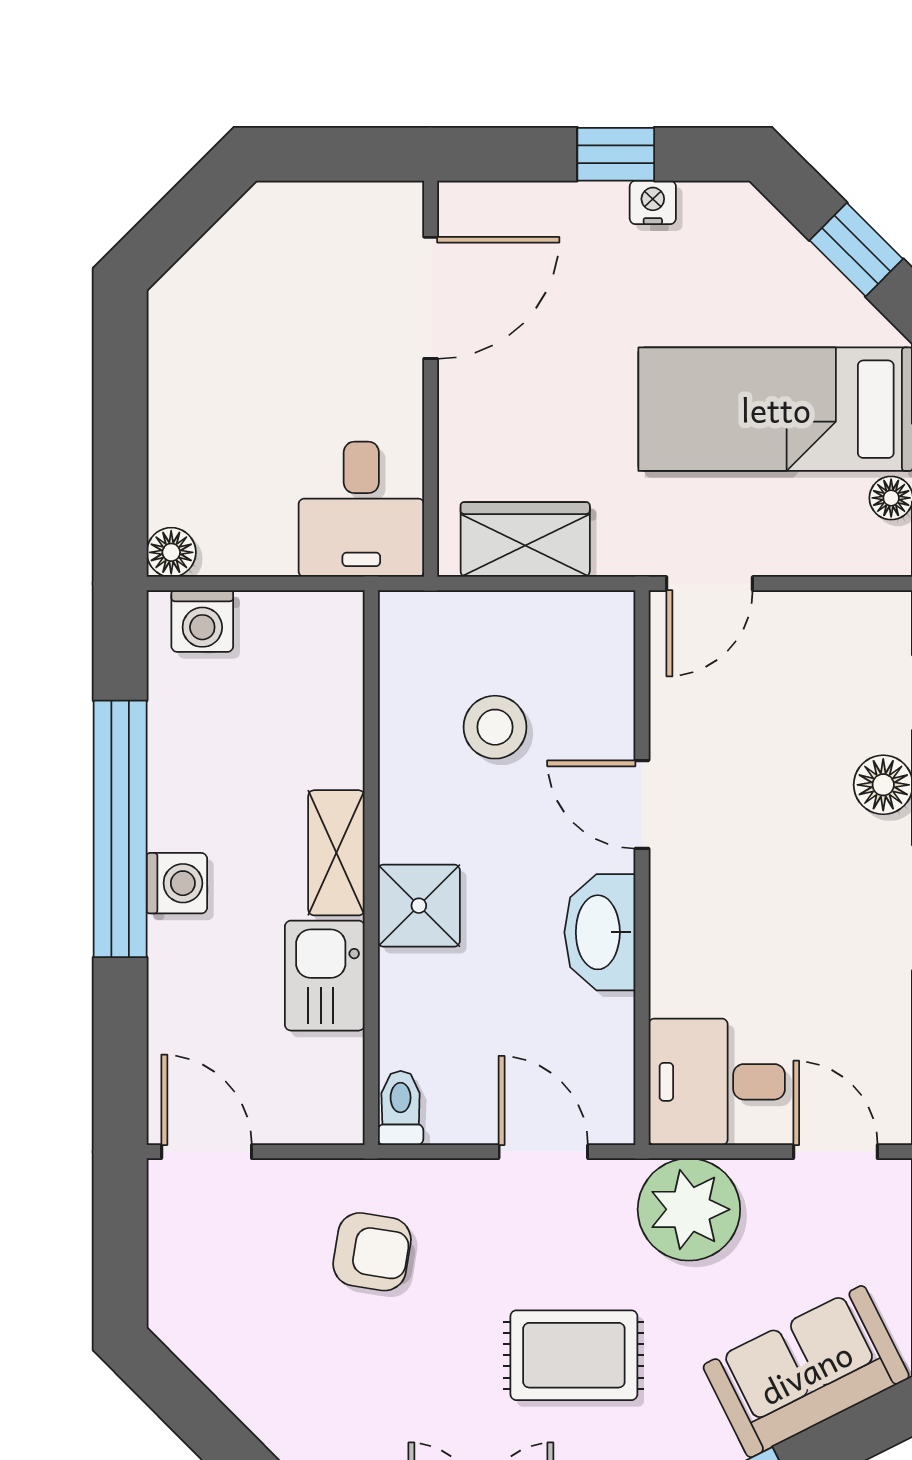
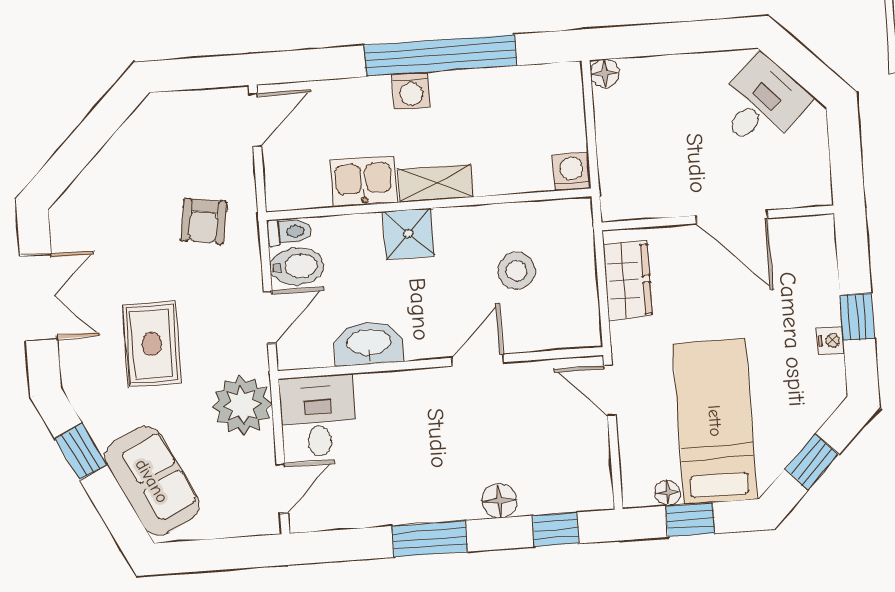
door: (431, 298) -> (732, 217), moved
desk: (361, 509) -> (761, 103), moved, turned 135
washing machine: (202, 621) -> (572, 172), moved, turned 90
washbasin: (600, 932) -> (369, 343), moved
bidet: (460, 1099) -> (297, 266), added

